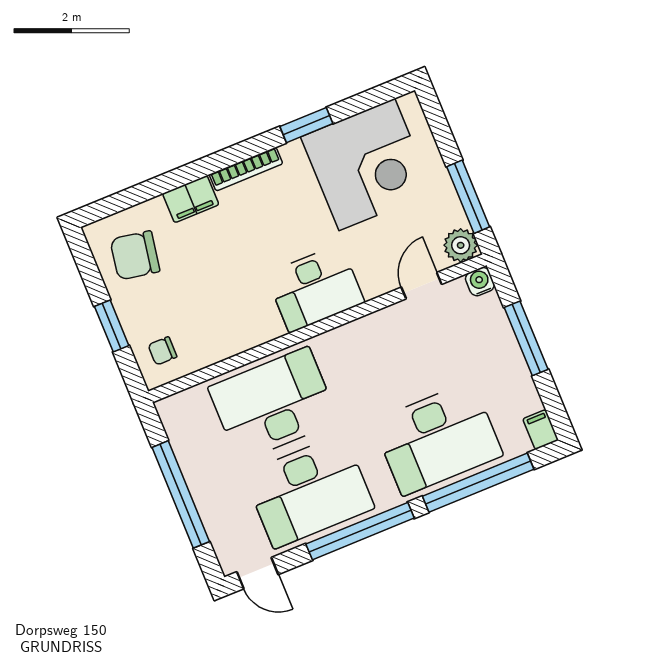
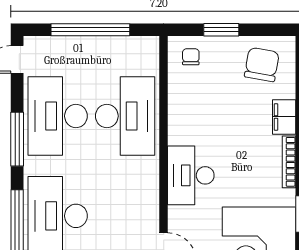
window: (360, 531) -> (17, 139), width x0.68

